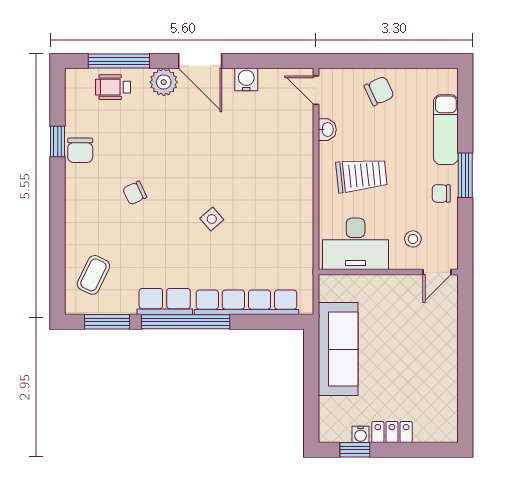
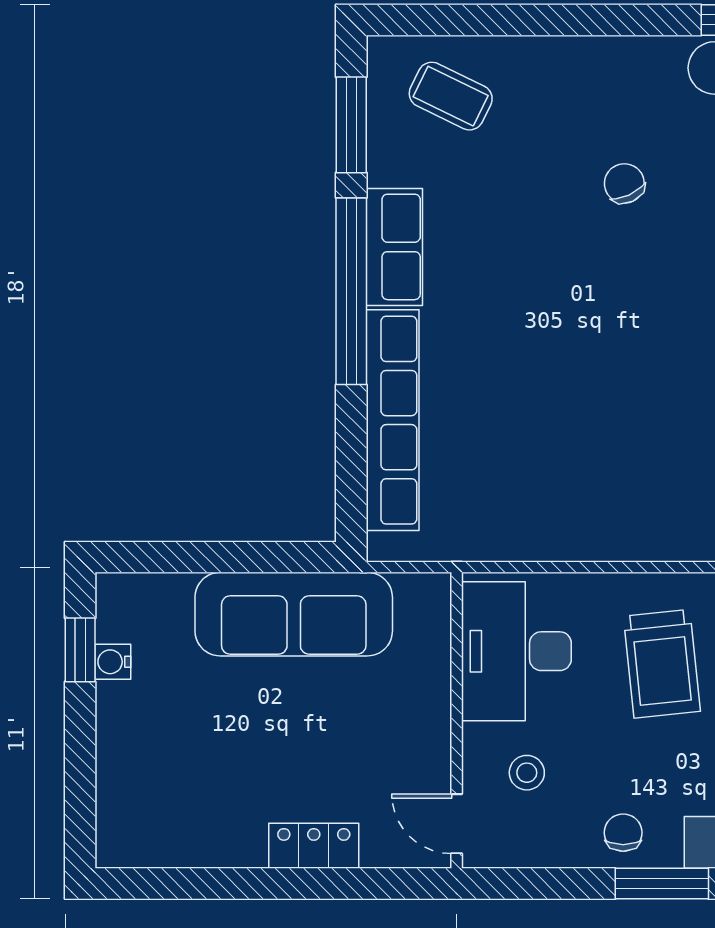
side table: (212, 219) -> (569, 347), removed
locker: (392, 432) -> (314, 846), moved, turned -90

